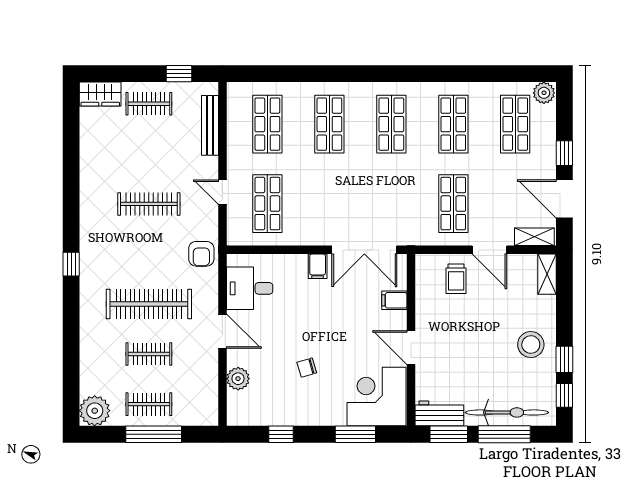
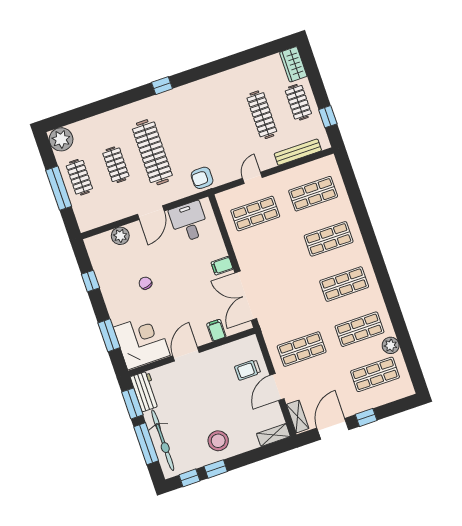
plant: (544, 93) -> (391, 345), moved
clothes rail: (149, 204) -> (262, 115), moved

